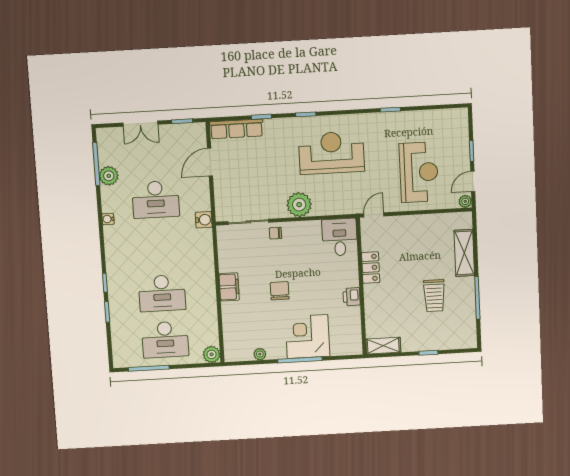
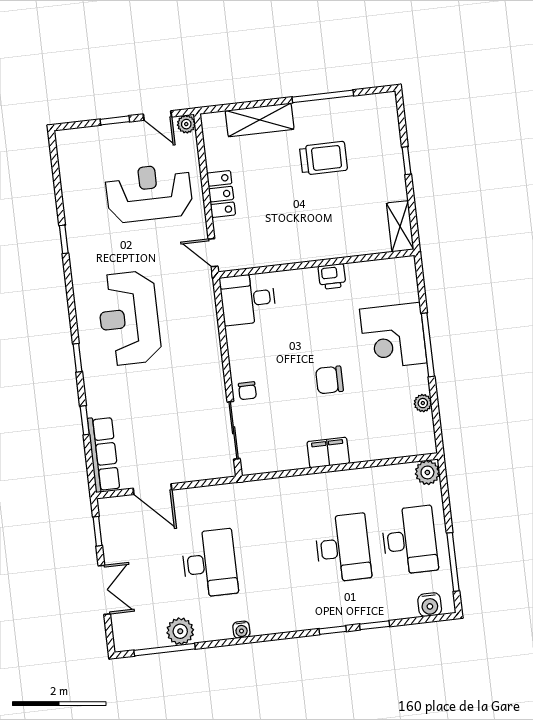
plant: (299, 205) -> (205, 360), removed
water cooler: (204, 220) -> (430, 605), moved, turned 180
locker: (371, 268) -> (221, 194), moved, turned 90

